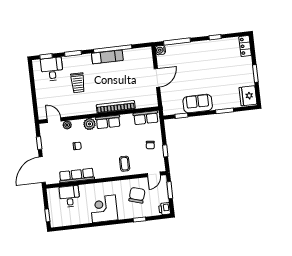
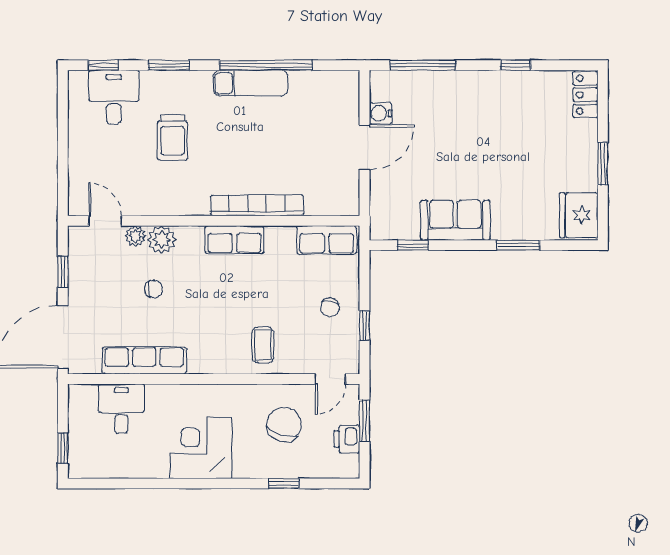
water cooler: (160, 50) -> (381, 113), moved
plant: (89, 124) -> (162, 240), moved
printer: (165, 209) -> (347, 439), moved

